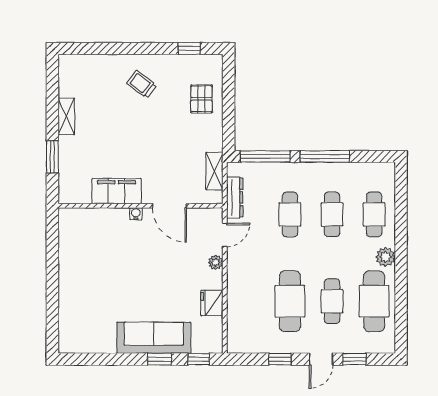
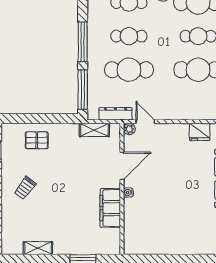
shelving: (66, 116) -> (38, 248), moved
cafe table: (290, 214) -> (129, 70), width x1.37, depth x1.35
plant: (216, 262) -> (129, 129), moved

